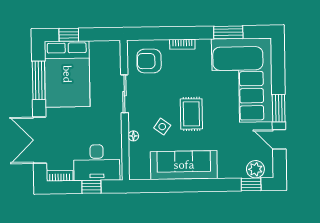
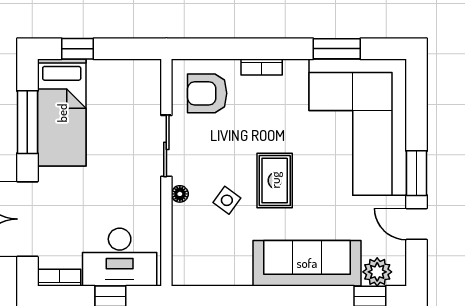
bed: (67, 74) -> (62, 113), width x0.67
floor lamp: (133, 136) -> (180, 194), moved
sofa: (184, 165) -> (307, 263), moved

